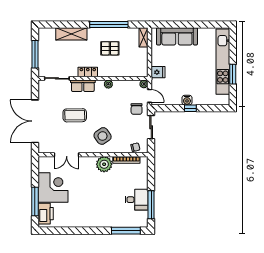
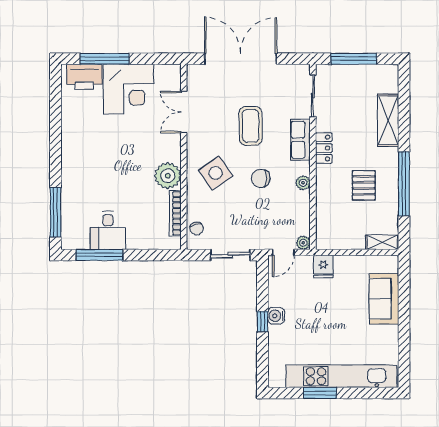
sofa: (177, 36) -> (384, 299), width x0.73
chair: (137, 109) -> (261, 178), moved

